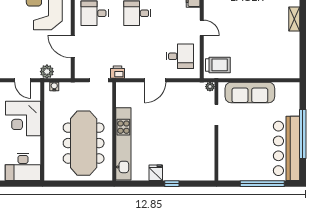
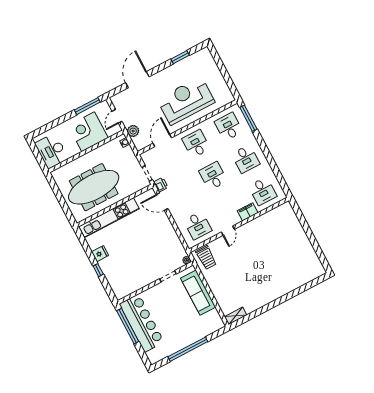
shelving: (294, 19) -> (236, 316), moved
door: (155, 80) -> (162, 202), moved
bar counter: (287, 148) -> (142, 323), moved, turned 90
window: (262, 184) -> (128, 326), moved

